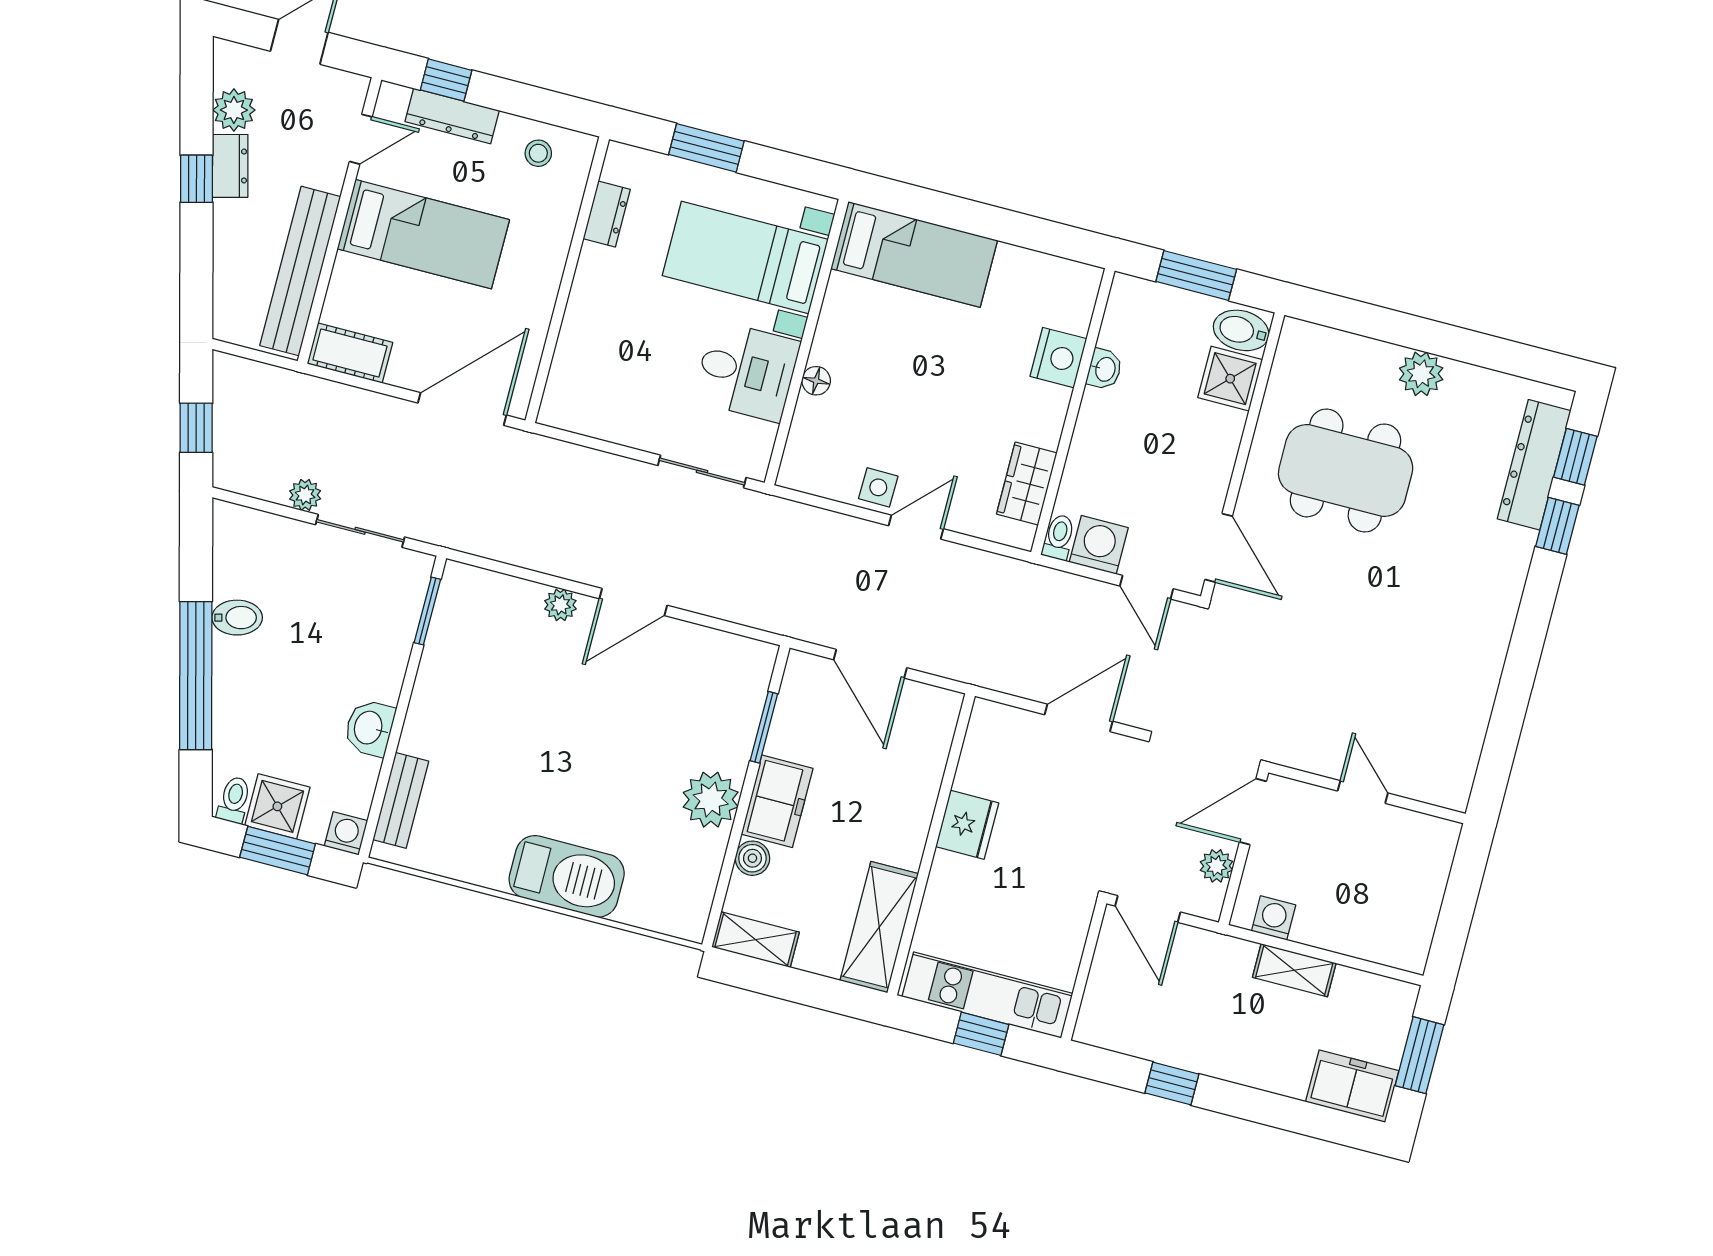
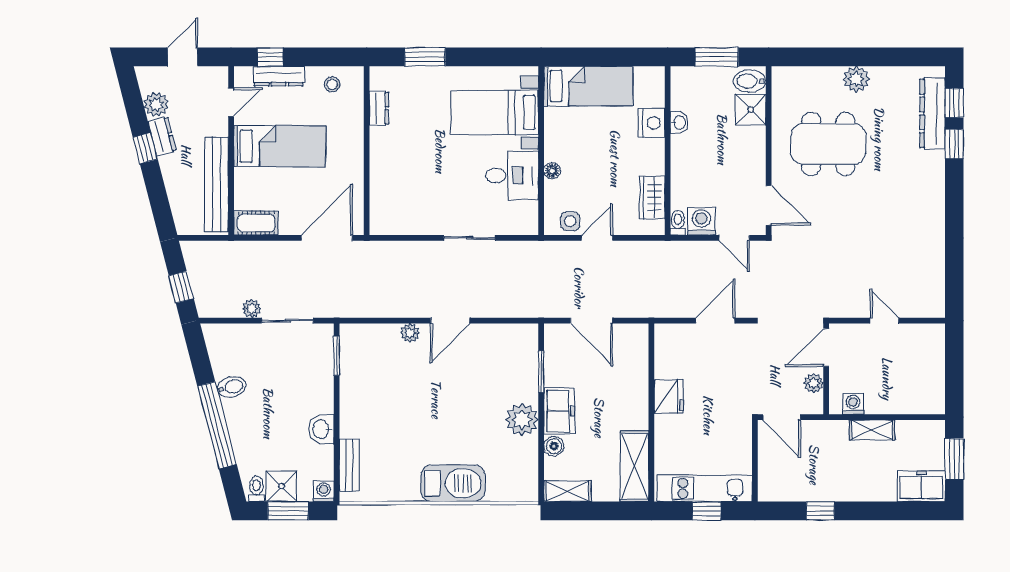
bed: (914, 254) -> (588, 86), moved
bed with nightstands: (745, 257) -> (495, 112), moved
wall: (807, 342) -> (541, 151), moved
desk: (747, 371) -> (512, 176), moved
floor lamp: (816, 381) -> (552, 171), moved

